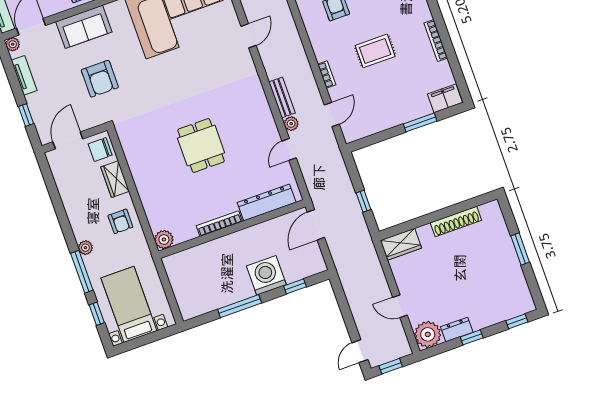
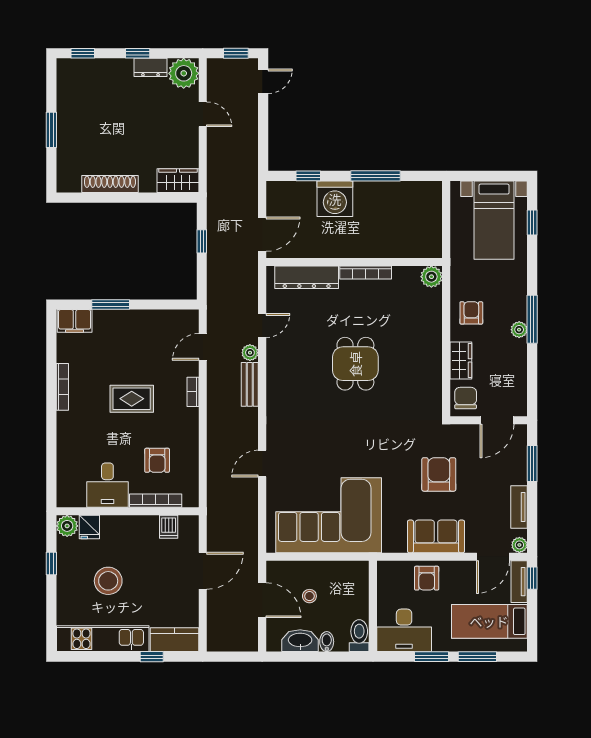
window: (26, 115) -> (532, 464), width x1.50
chair: (100, 150) -> (466, 398), turned -90
plant: (85, 248) -> (519, 330), moved
window: (82, 272) -> (532, 319), moved

